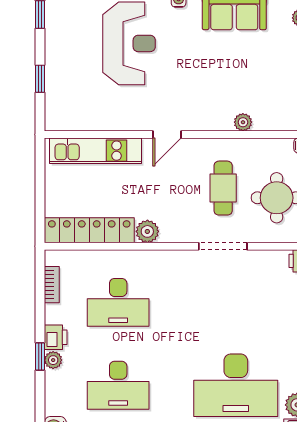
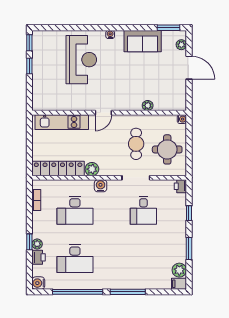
window: (40, 79) -> (29, 66), moved
water cooler: (162, 260) -> (101, 186), added
printer: (56, 337) -> (39, 257), moved
desk: (236, 385) -> (143, 210), moved, width x0.53, depth x0.77

